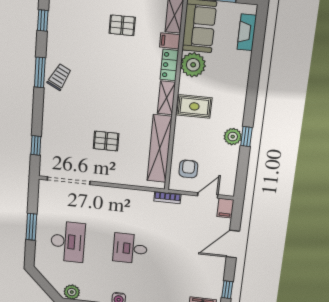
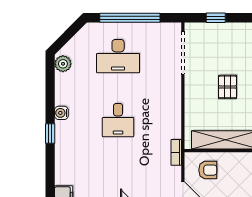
window: (31, 227) -> (130, 18), width x2.11
desk: (130, 248) -> (118, 120), turned 180

